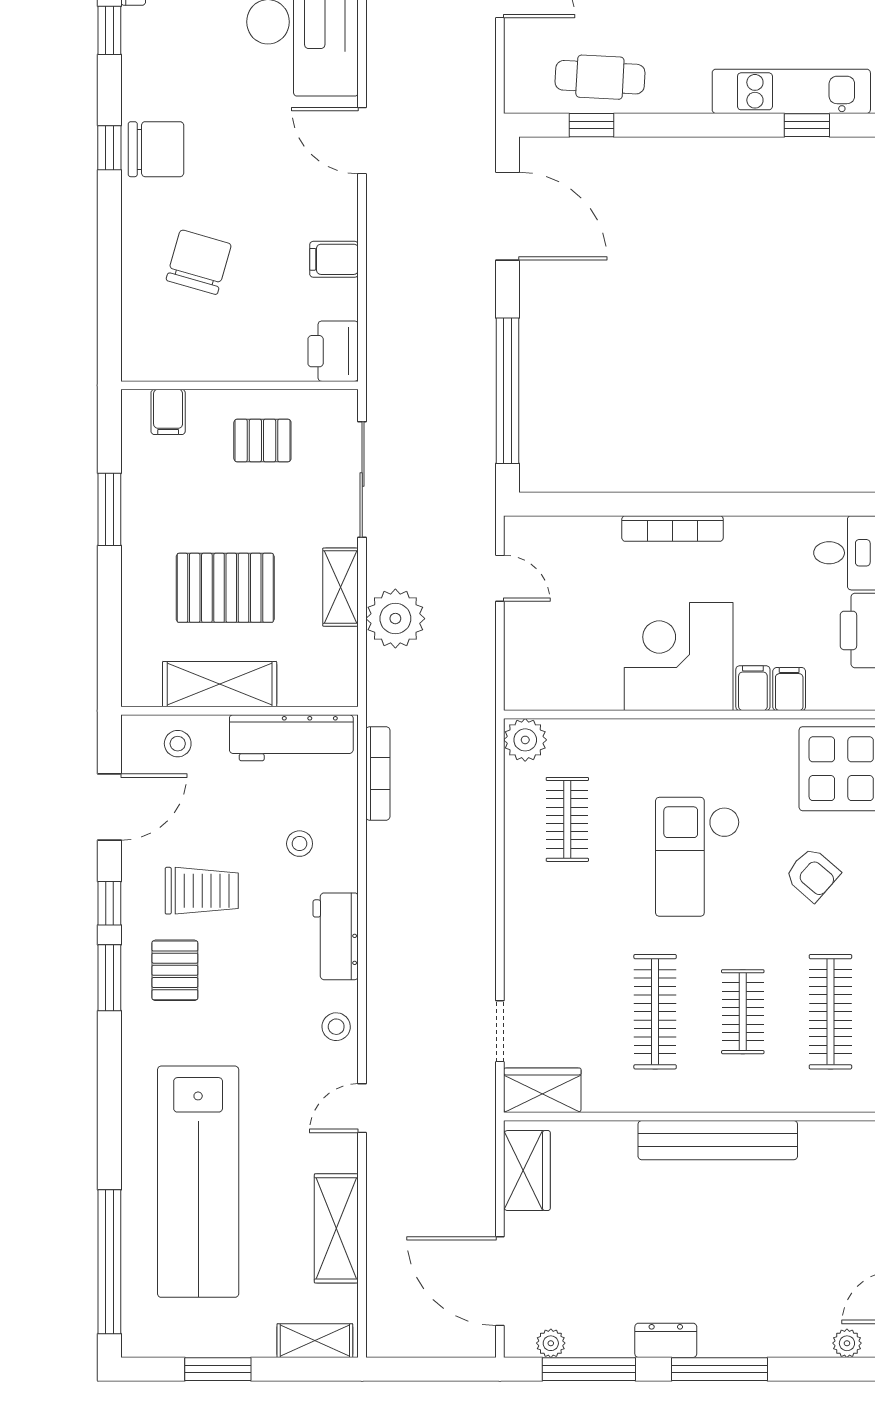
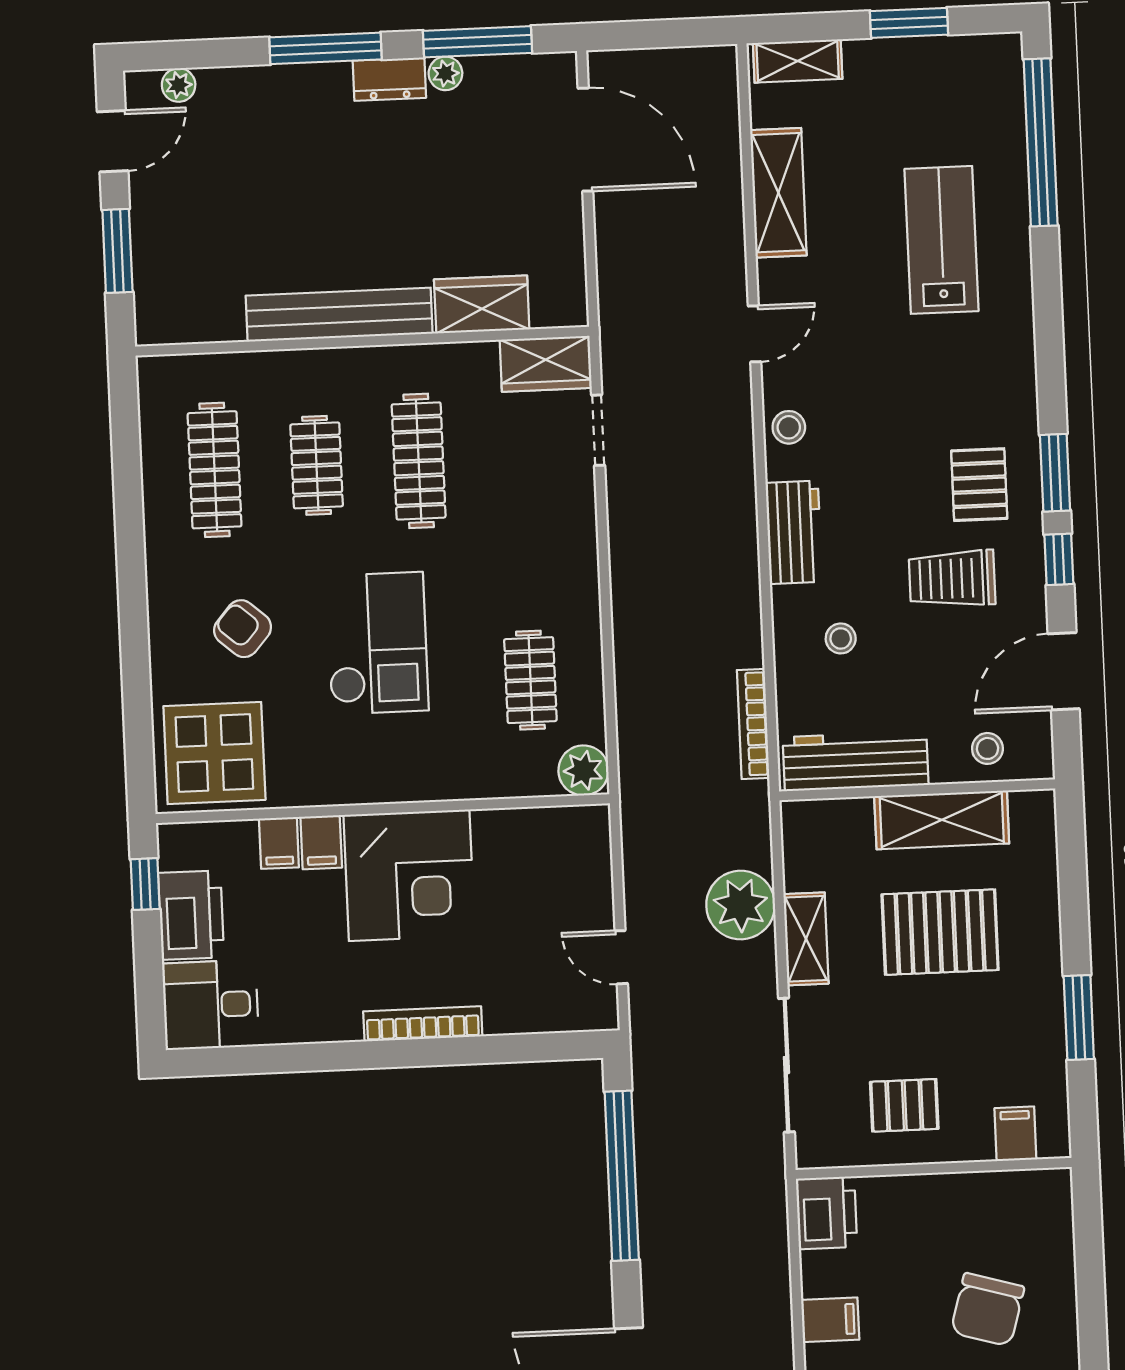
wardrobe: (527, 1171) -> (482, 304), moved, turned 90
lab bench: (198, 1182) -> (941, 240), width x0.54, depth x0.72
plant: (551, 1343) -> (445, 73), moved

